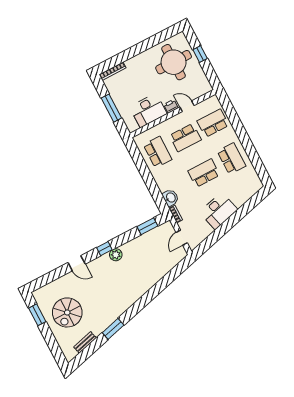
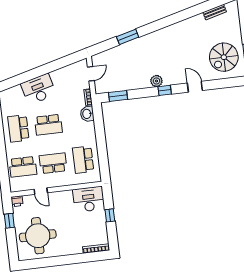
window: (200, 54) -> (9, 221), moved
printer: (171, 106) -> (17, 201), moved
window: (111, 108) -> (110, 215), width x0.46
desk: (148, 110) -> (89, 199), moved
desk: (219, 211) -> (38, 89), moved
spiral stairs: (67, 312) -> (224, 57), moved, turned 180
window: (113, 329) -> (128, 37), moved

